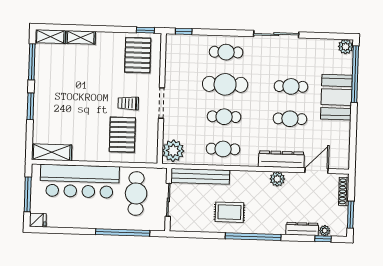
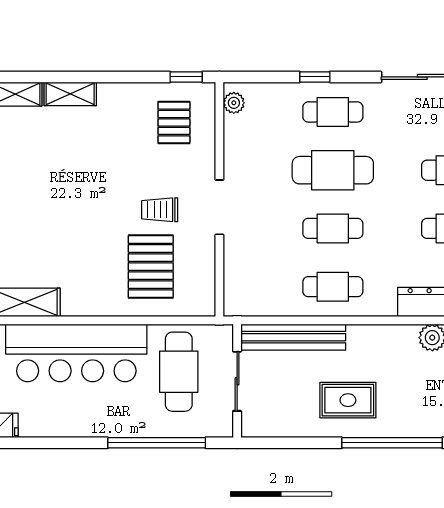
window: (184, 31) -> (315, 77), moved
pallet: (138, 55) -> (174, 122), width x0.67, depth x0.71
plant: (173, 151) -> (234, 103), moved, width x0.53, depth x0.53

